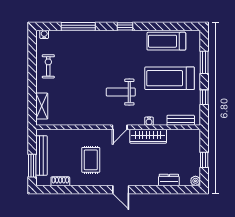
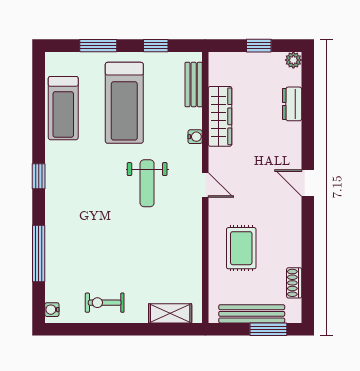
wardrobe: (148, 136) -> (220, 116), moved
rug: (91, 160) -> (241, 248), moved, turned 90
door: (121, 190) -> (308, 183), swing flipped

